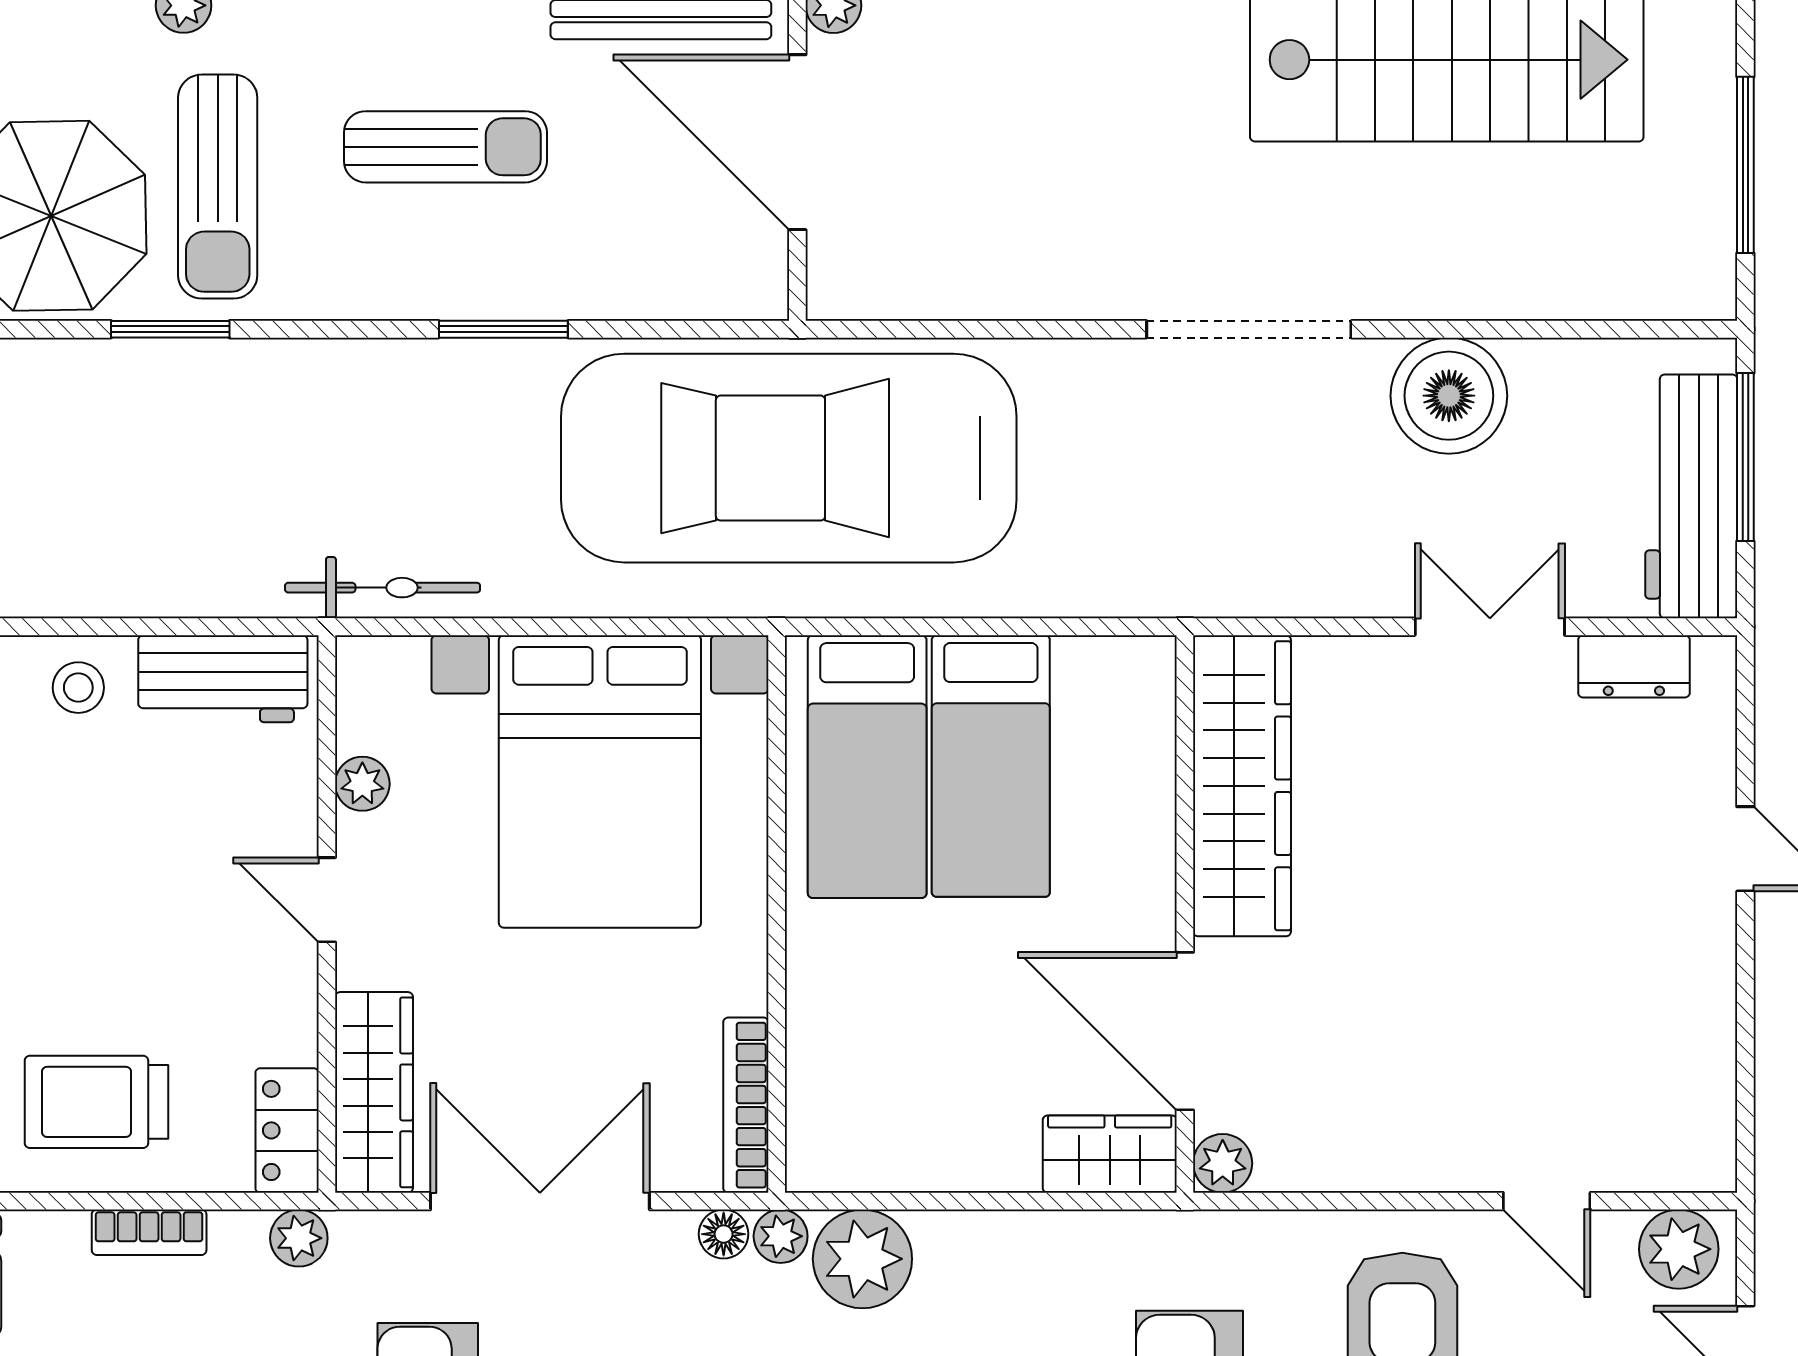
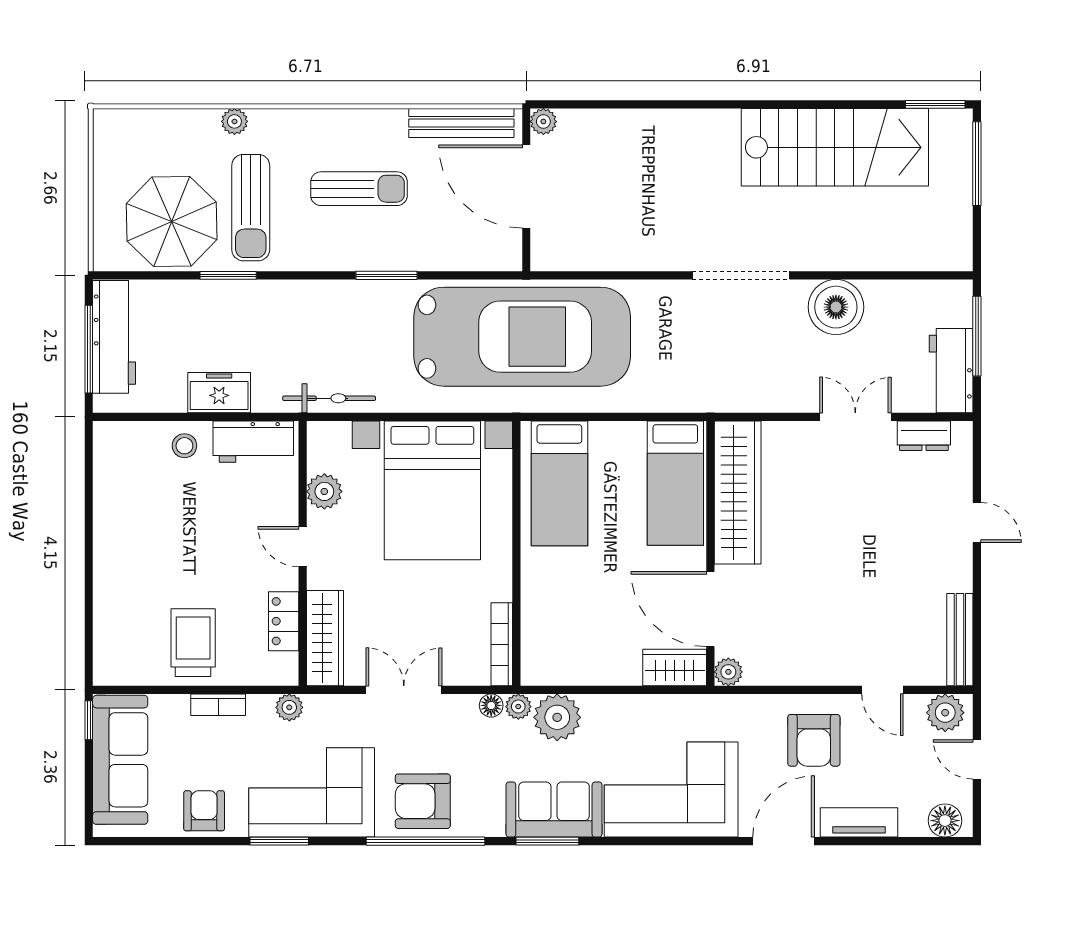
window: (1745, 165) -> (977, 164), moved
car: (789, 458) -> (522, 337), turned 180
workbench: (1691, 496) -> (951, 371), width x0.73
freezer: (151, 576) -> (219, 393), added
bed: (991, 766) -> (675, 483), moved
plant: (362, 784) -> (324, 491), width x1.38, depth x1.38
bench: (1710, 1095) -> (960, 640), added
trolley: (96, 1102) -> (193, 643), turned 90
locker: (287, 1130) -> (284, 621), moved
double door: (540, 1201) -> (404, 690), width x0.73

